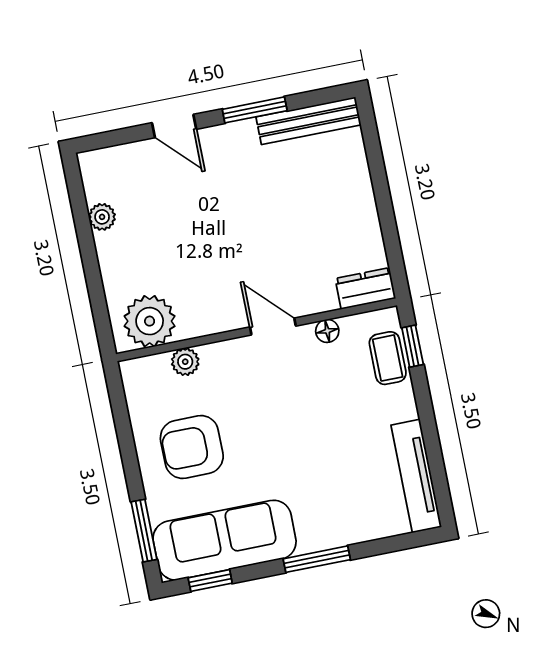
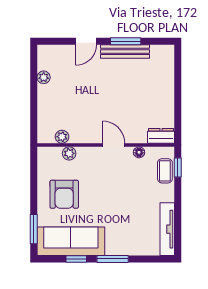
bench: (309, 121) -> (125, 51), moved
door: (174, 126) -> (86, 41), hinge flipped
plant: (150, 321) -> (62, 137), width x0.53, depth x0.53
armchair: (192, 447) -> (64, 194), turned -90
window: (210, 580) -> (76, 259), moved

